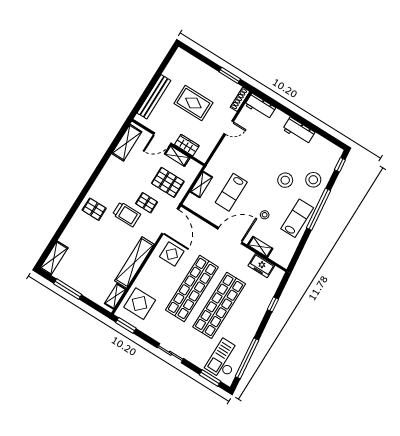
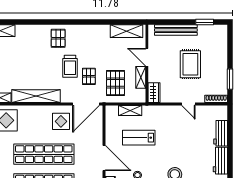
window: (163, 66) -> (205, 22), added
workbench: (260, 106) -> (221, 133), moved
wardrobe: (187, 145) -> (154, 93), moved

